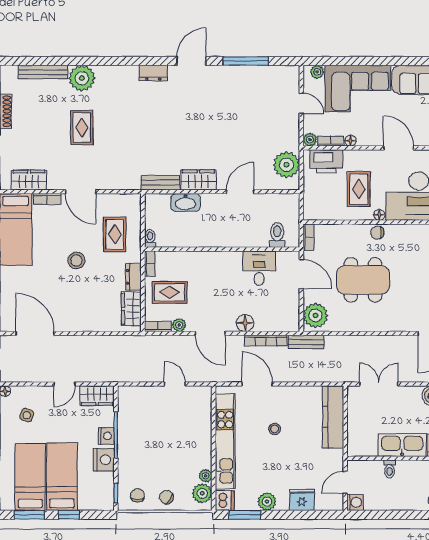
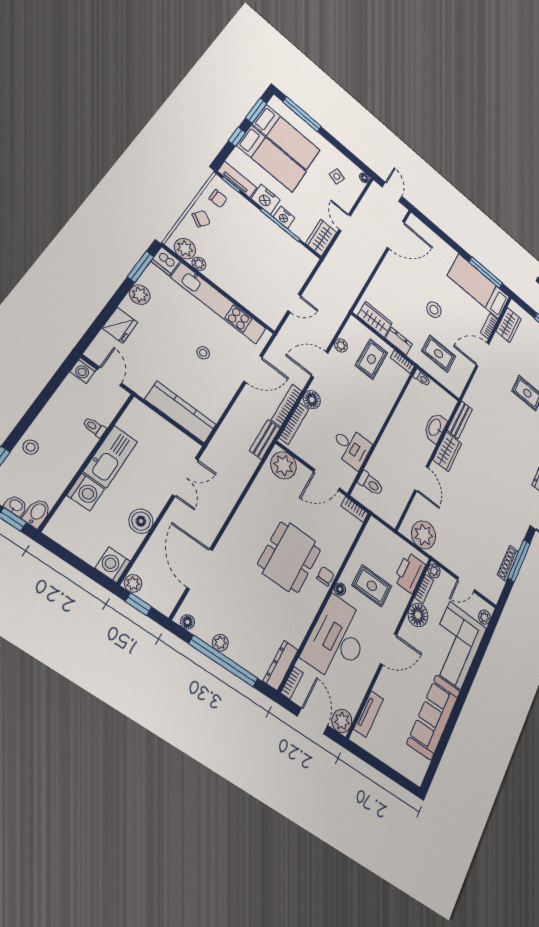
shoe rack: (256, 71) -> (508, 563), added
floor lamp: (351, 141) -> (418, 615), width x1.89, depth x1.89
dining table: (363, 280) -> (289, 557), moved
bookcase: (158, 326) -> (294, 423), moved, width x1.56
tv unit: (107, 492) -> (237, 179), added

